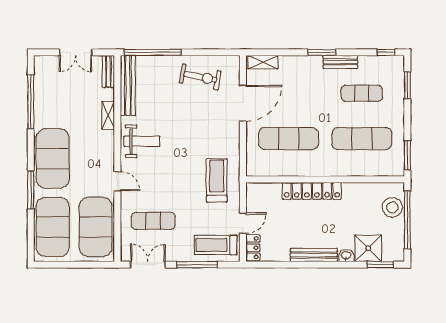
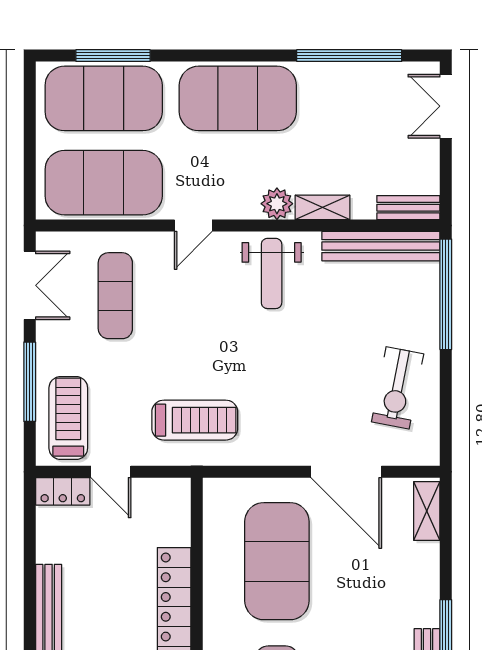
double door: (76, 52) -> (446, 106), moved
plant: (106, 139) -> (277, 204), added
exercise mat: (289, 139) -> (277, 561), width x1.47
window: (31, 190) -> (113, 56), moved

